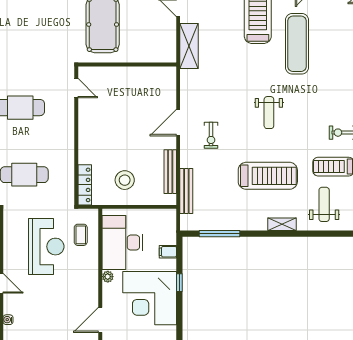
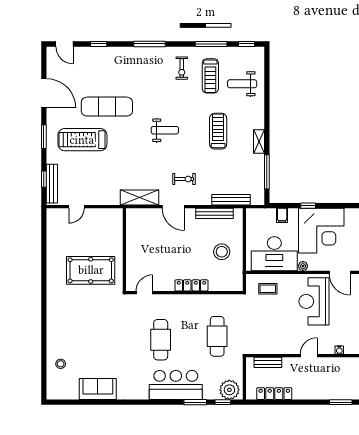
shelving: (189, 46) -> (140, 198), moved
treadmill: (268, 176) -> (218, 131), width x0.73, depth x0.73
locker: (85, 185) -> (192, 285), moved
shelving: (282, 224) -> (259, 141), moved
reception desk: (46, 247) -> (314, 301), moved, turned -90

